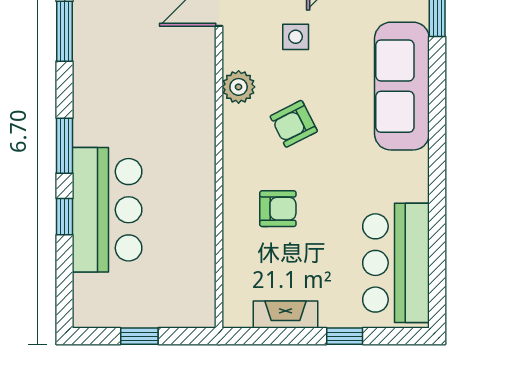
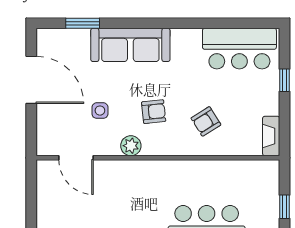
armchair: (294, 124) -> (154, 112), turned -69
armchair: (278, 209) -> (206, 121), turned -122
fireplace: (286, 314) -> (271, 136), moved

